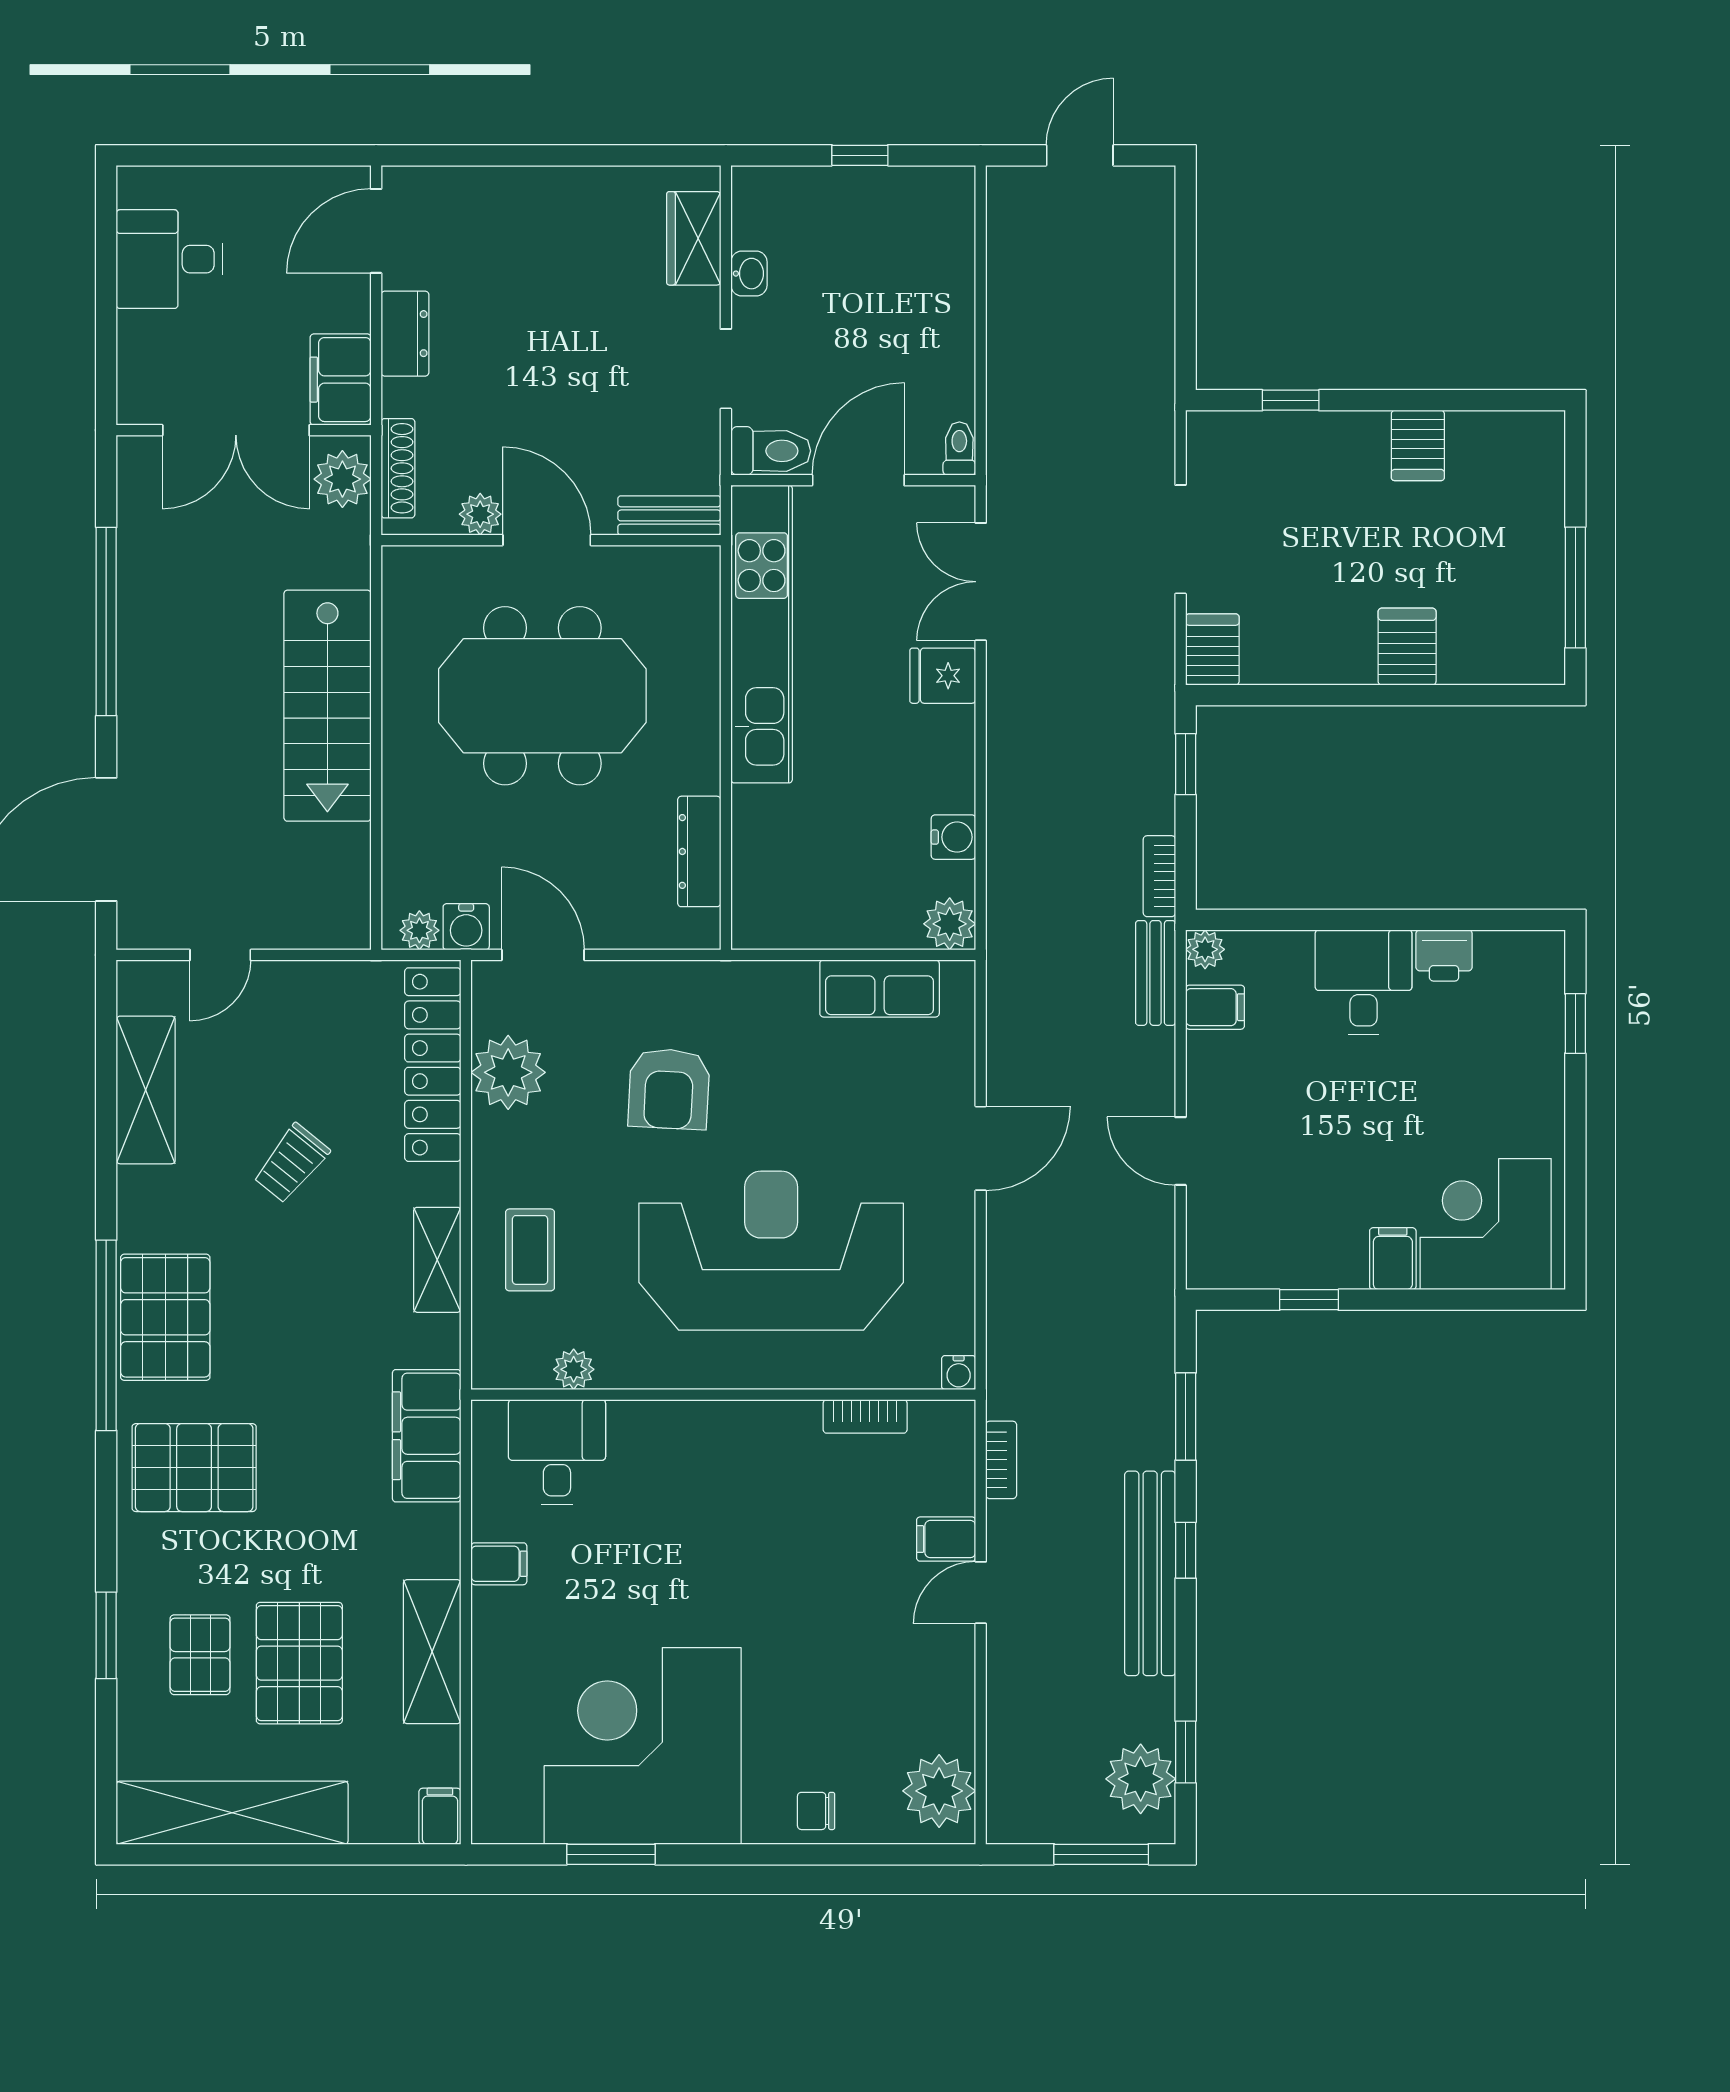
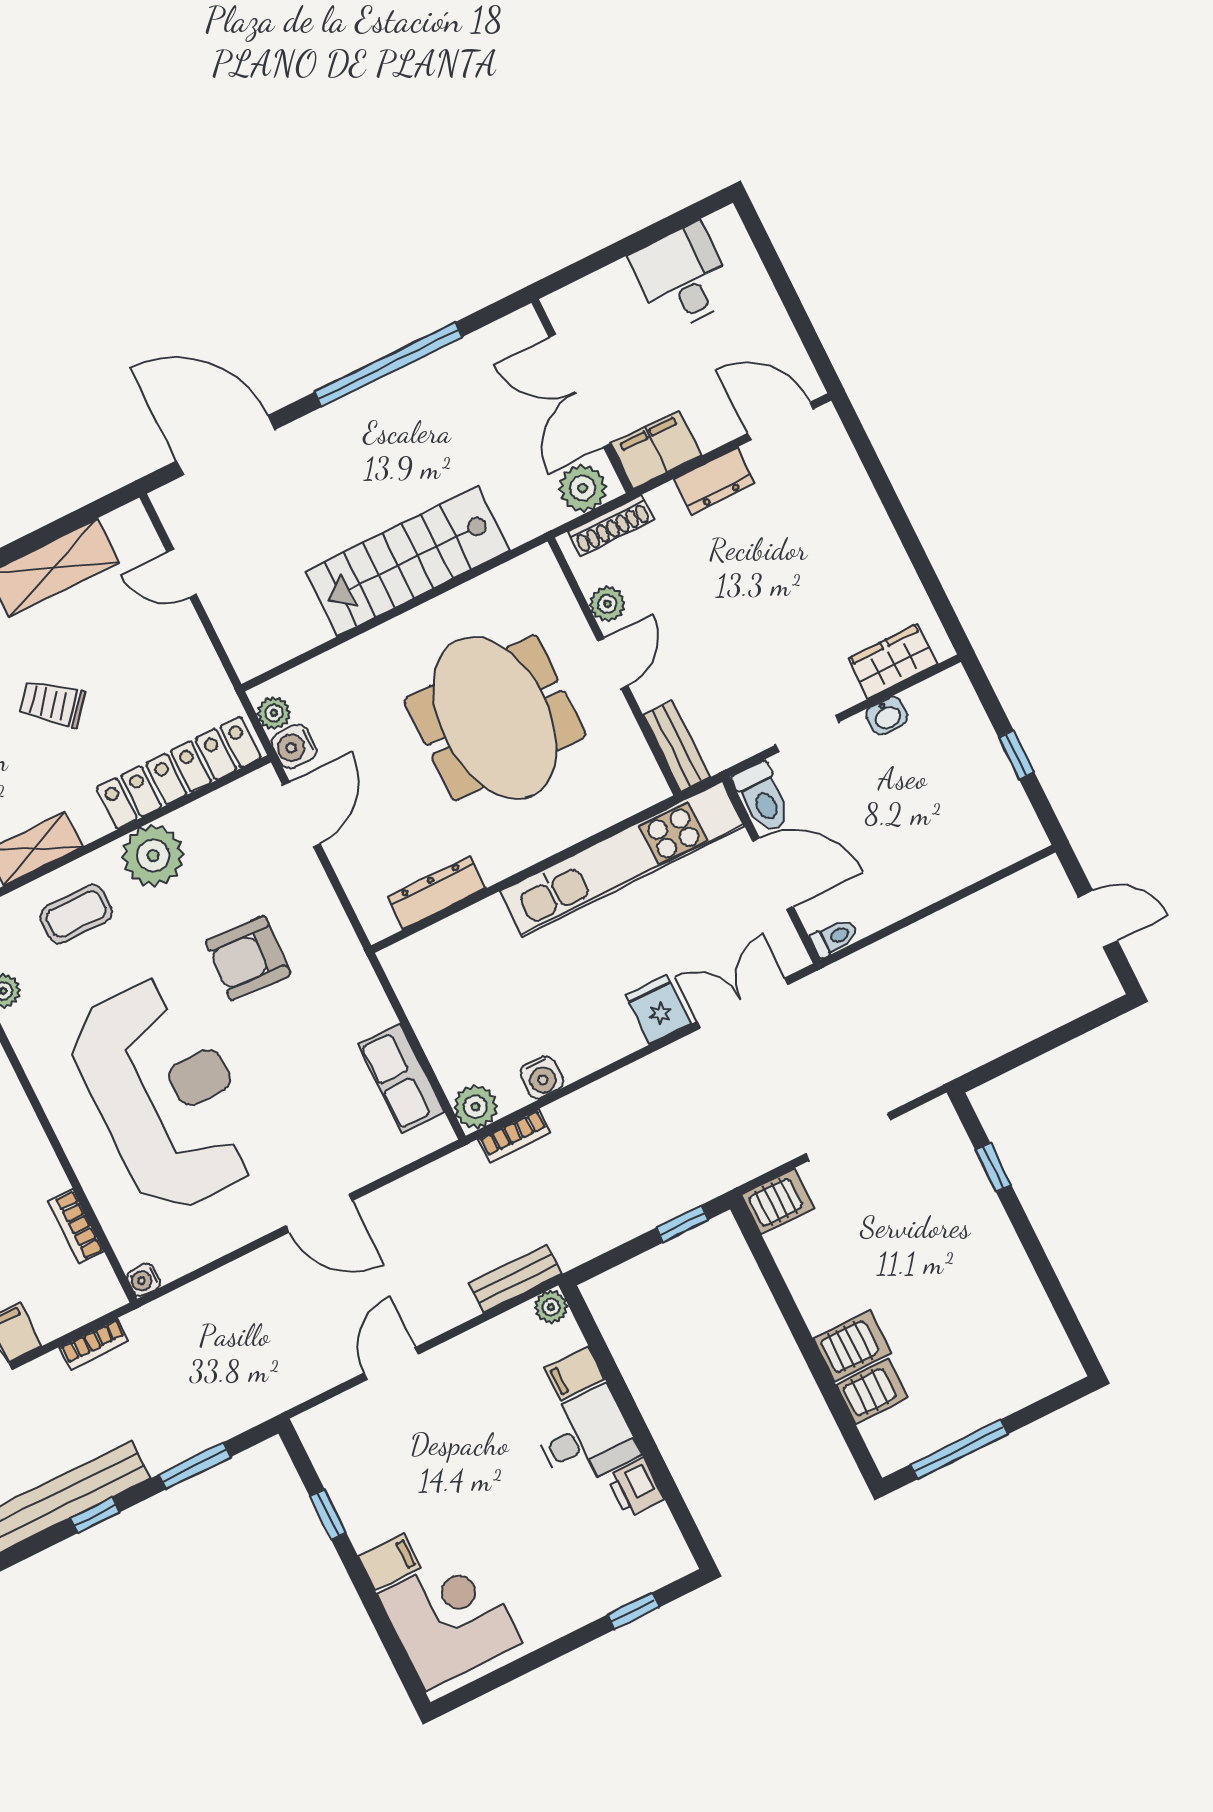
server rack: (1418, 445) -> (872, 1391), moved, turned 180
door: (547, 540) -> (613, 663), width x0.73
bookcase: (1159, 876) -> (514, 1136), moved, turned 180
filing cabinet: (1215, 1007) -> (575, 1373), moved, turned 90
plant: (508, 1072) -> (153, 856), moved

